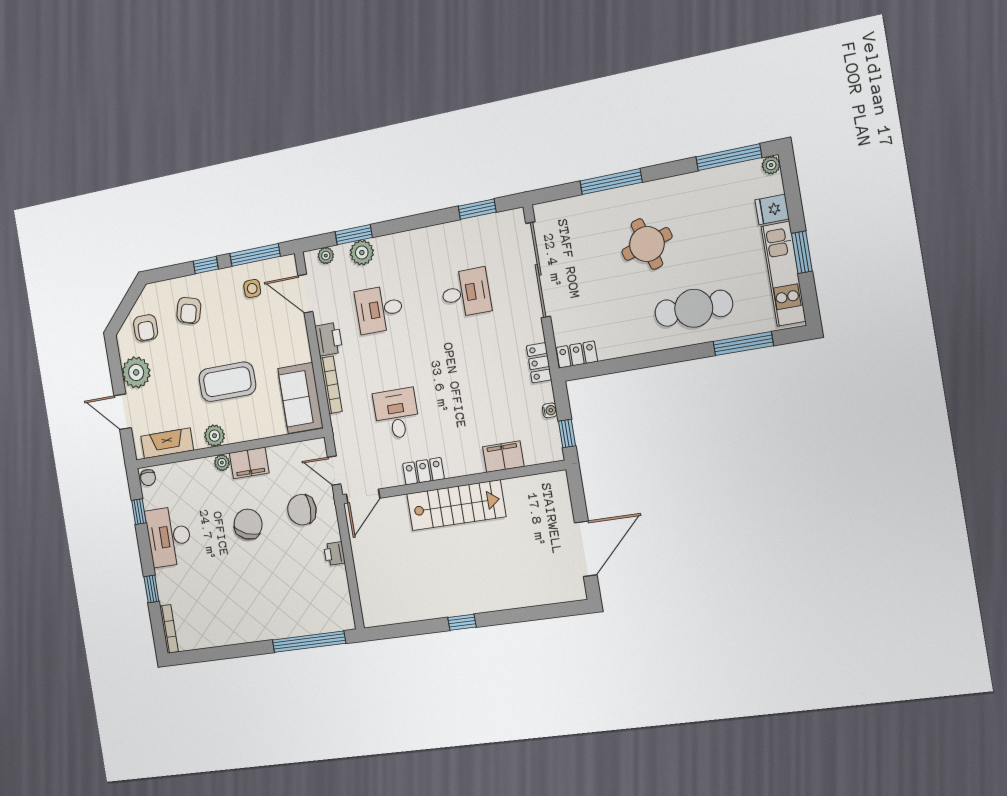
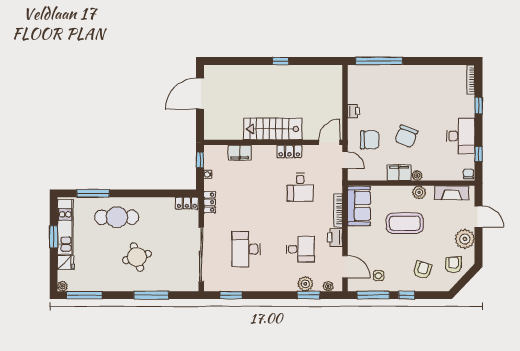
desk: (466, 293) -> (246, 249), width x1.37

